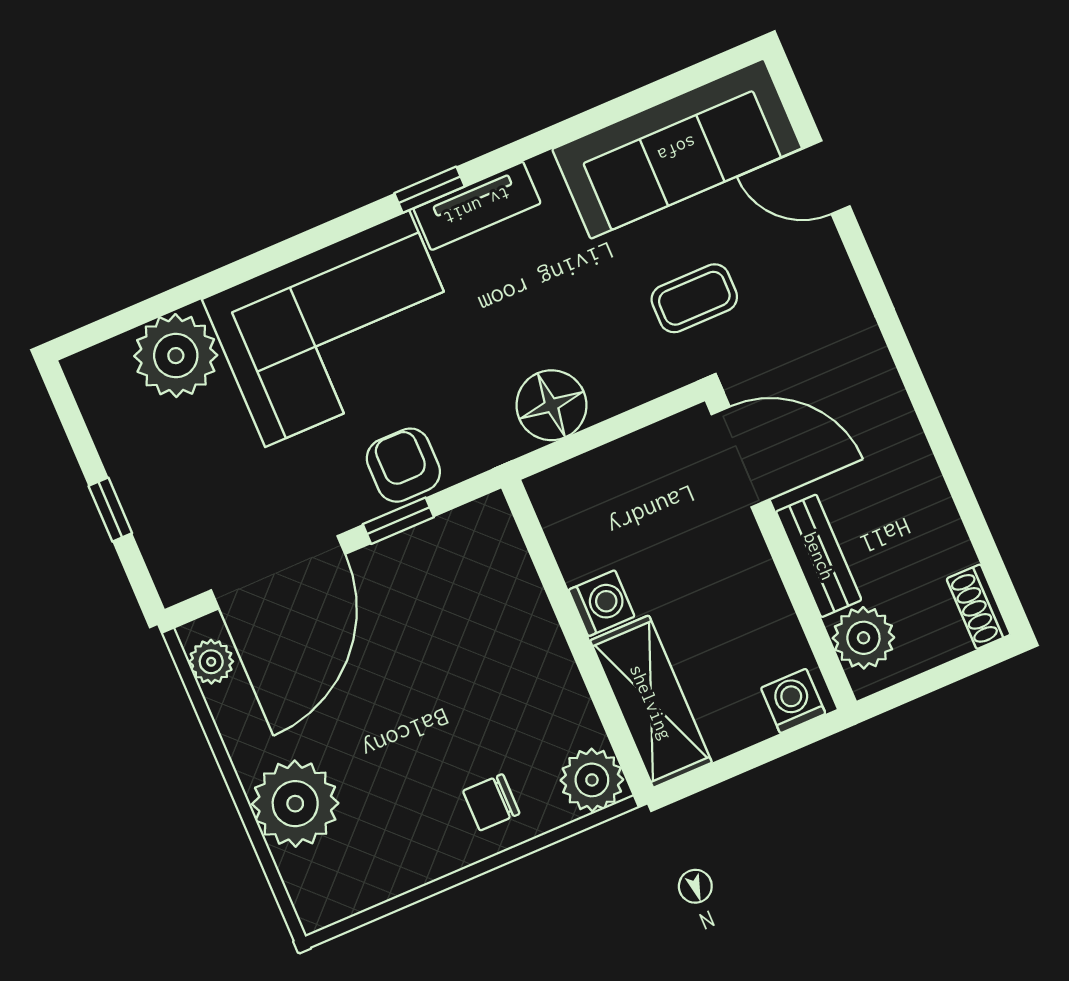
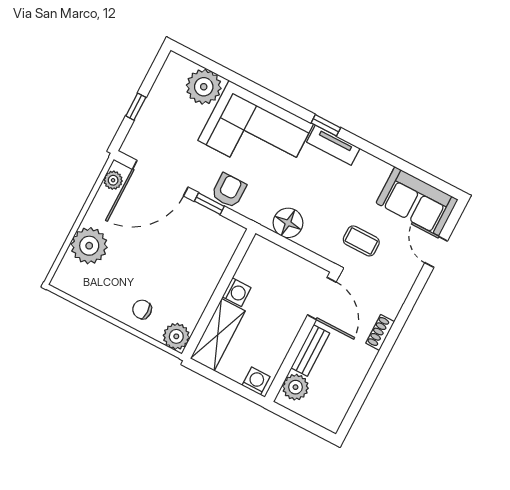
sofa: (677, 149) -> (417, 201), width x0.73
shoe rack: (979, 607) -> (380, 332), moved

